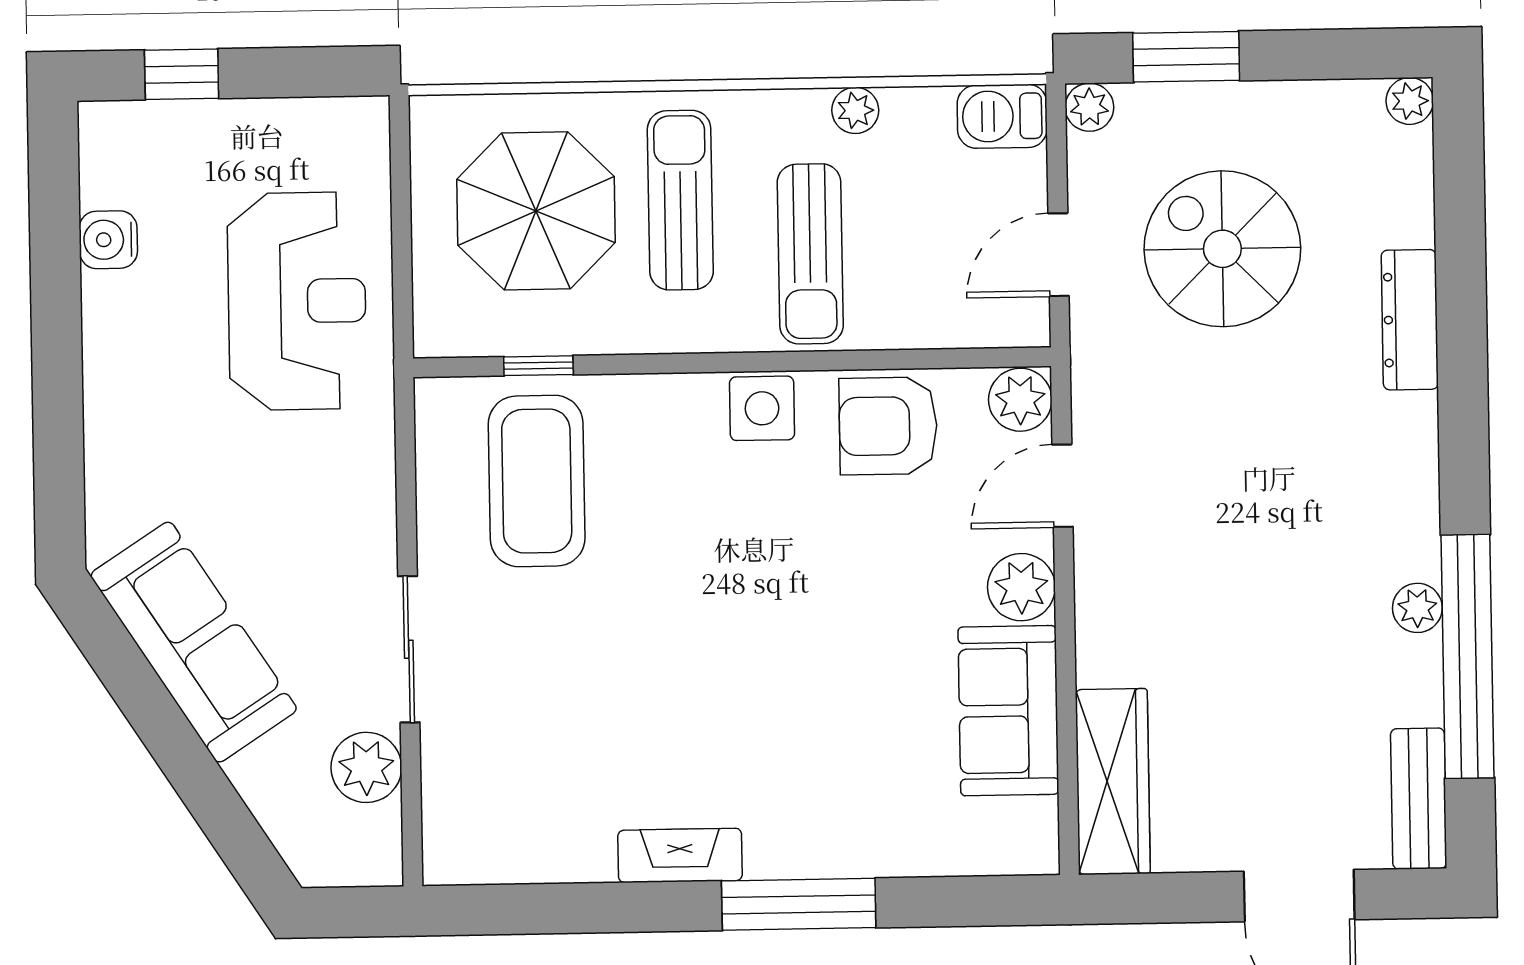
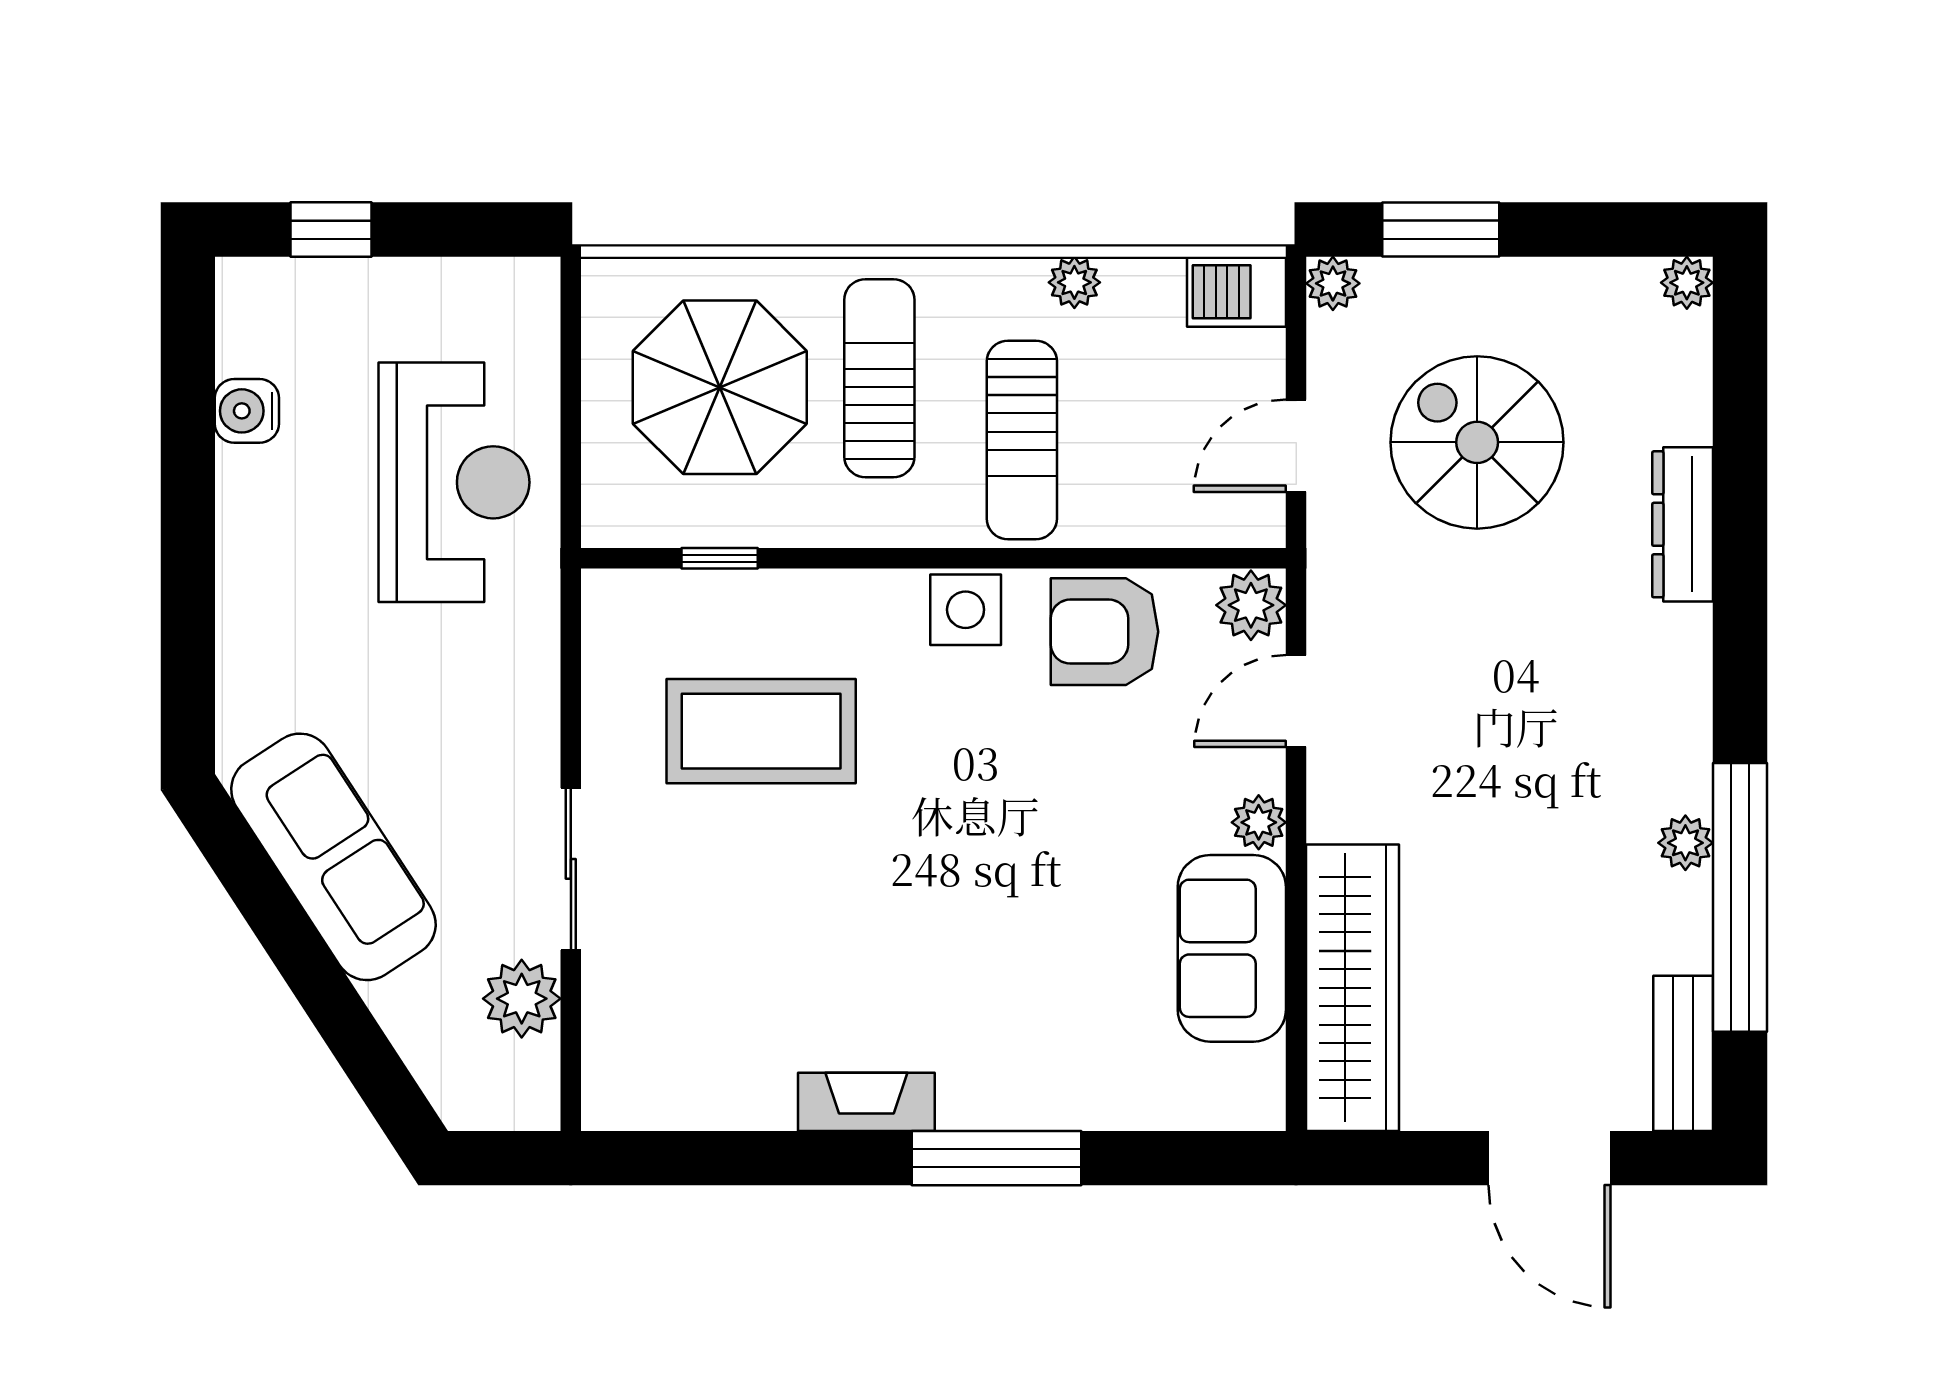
coffee table: (537, 481) -> (761, 731), moved, turned 90
plant: (1021, 587) -> (1259, 822), width x0.73, depth x0.73
wardrobe: (1113, 782) -> (1353, 988), width x1.40, depth x1.17

